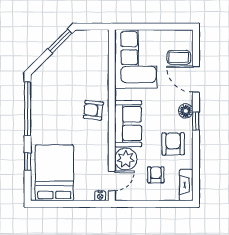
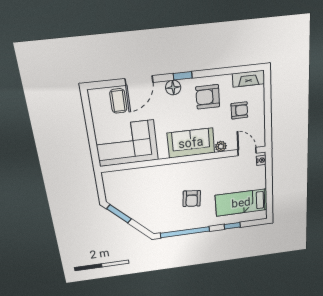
armchair: (93, 110) -> (192, 199), moved
plant: (126, 159) -> (221, 146), width x0.53, depth x0.53
bed: (54, 173) -> (241, 203), width x0.67
armchair: (156, 175) -> (239, 110), turned 180

